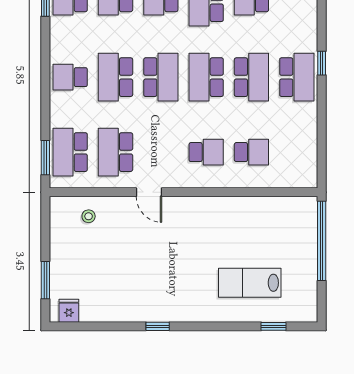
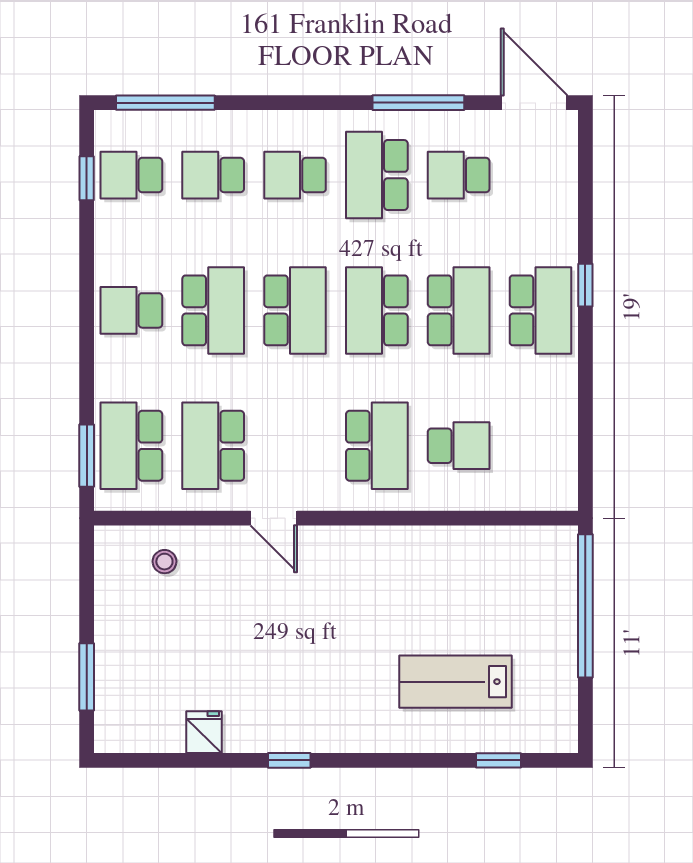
school desk: (116, 77) -> (213, 310), turned 180
school desk: (206, 152) -> (377, 446), width x1.85
fridge: (69, 311) -> (204, 732), moved

